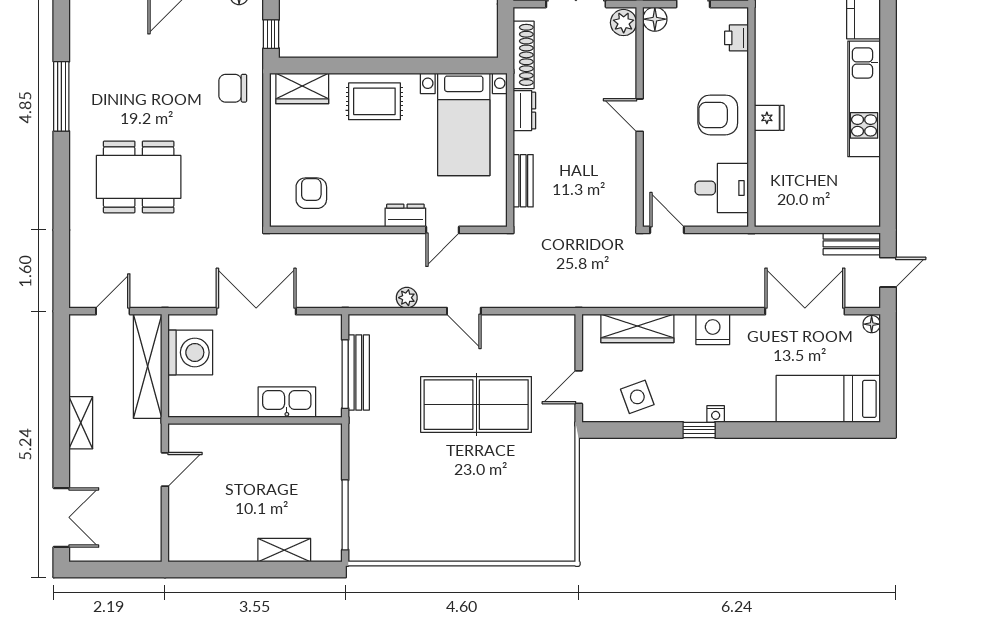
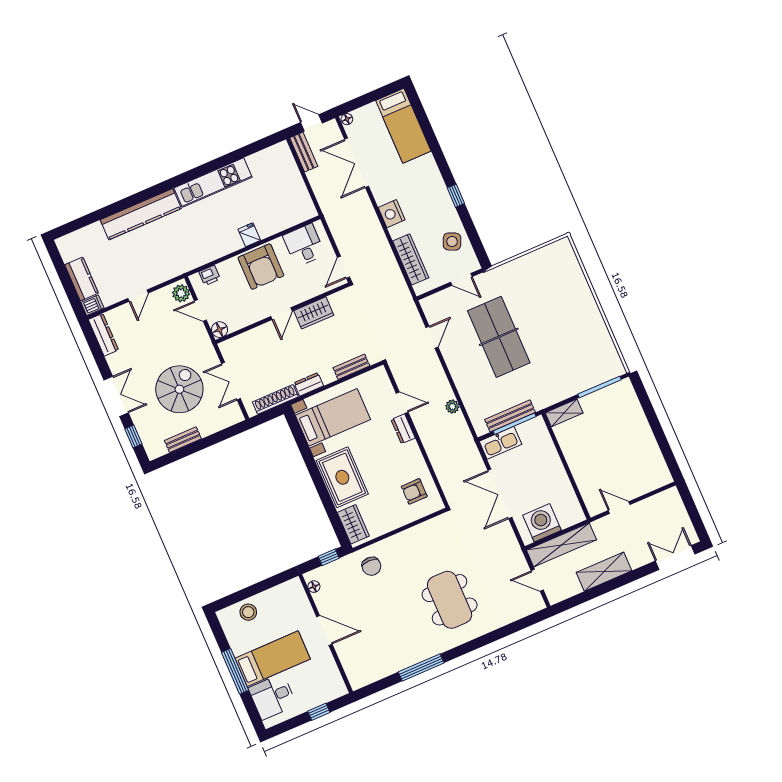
plant: (624, 23) -> (230, 348), removed
rug: (374, 101) -> (342, 477), width x1.36, depth x1.43
armchair: (718, 115) -> (261, 267), width x1.36, depth x1.36
wardrobe: (621, 161) -> (314, 313), added
door: (464, 311) -> (432, 337), moved
side table: (637, 397) -> (452, 242), turned 45
kitchen sink: (287, 402) -> (500, 443), moved, turned -90
nightstand: (716, 414) -> (442, 190), removed
shelving: (81, 423) -> (604, 572), width x1.50, depth x1.33
shelving: (284, 550) -> (564, 413), moved, turned 90

